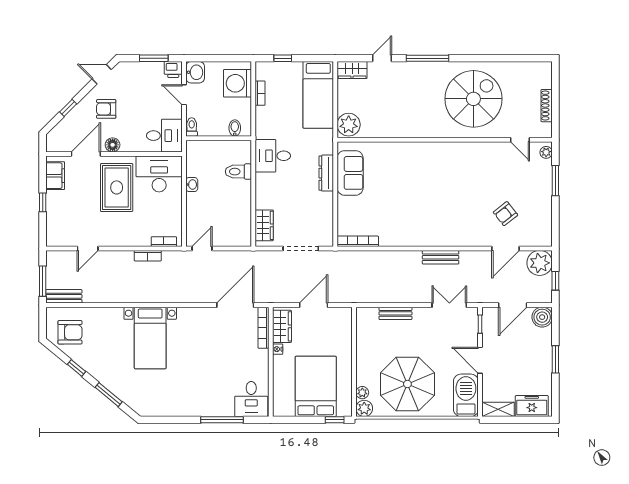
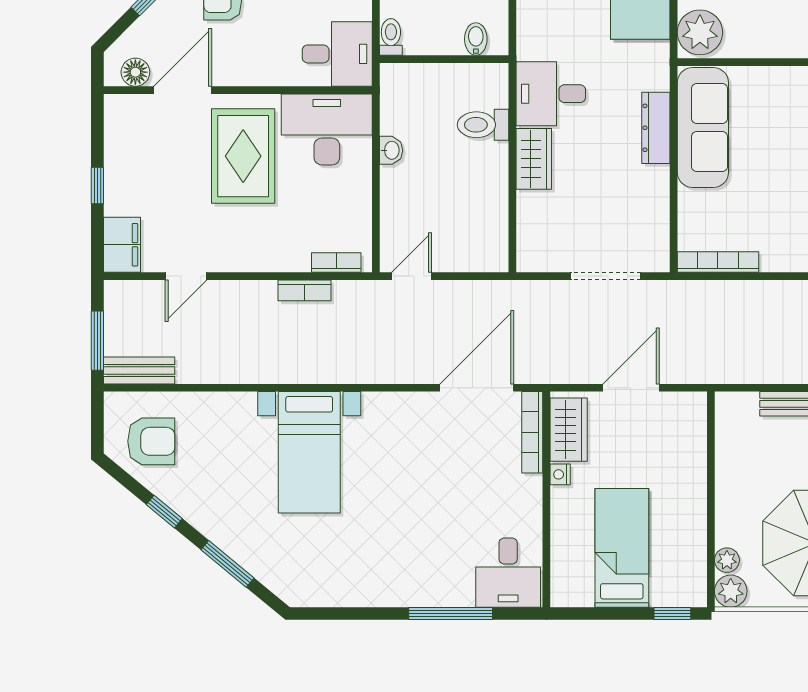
floor lamp: (113, 145) -> (135, 72), moved
sofa: (350, 173) -> (703, 128), width x1.36
filing cabinet: (55, 176) -> (122, 245), moved
wardrobe: (264, 225) -> (534, 159), moved
bed: (316, 386) -> (622, 548), width x0.67

